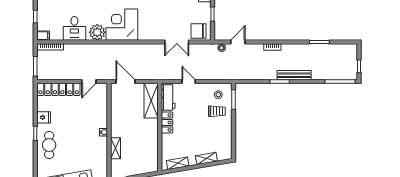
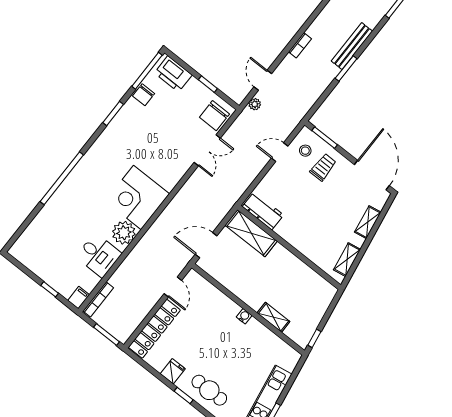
door: (189, 82) -> (280, 152), moved
locker: (167, 123) -> (291, 235), removed
door: (233, 141) -> (372, 175), added

